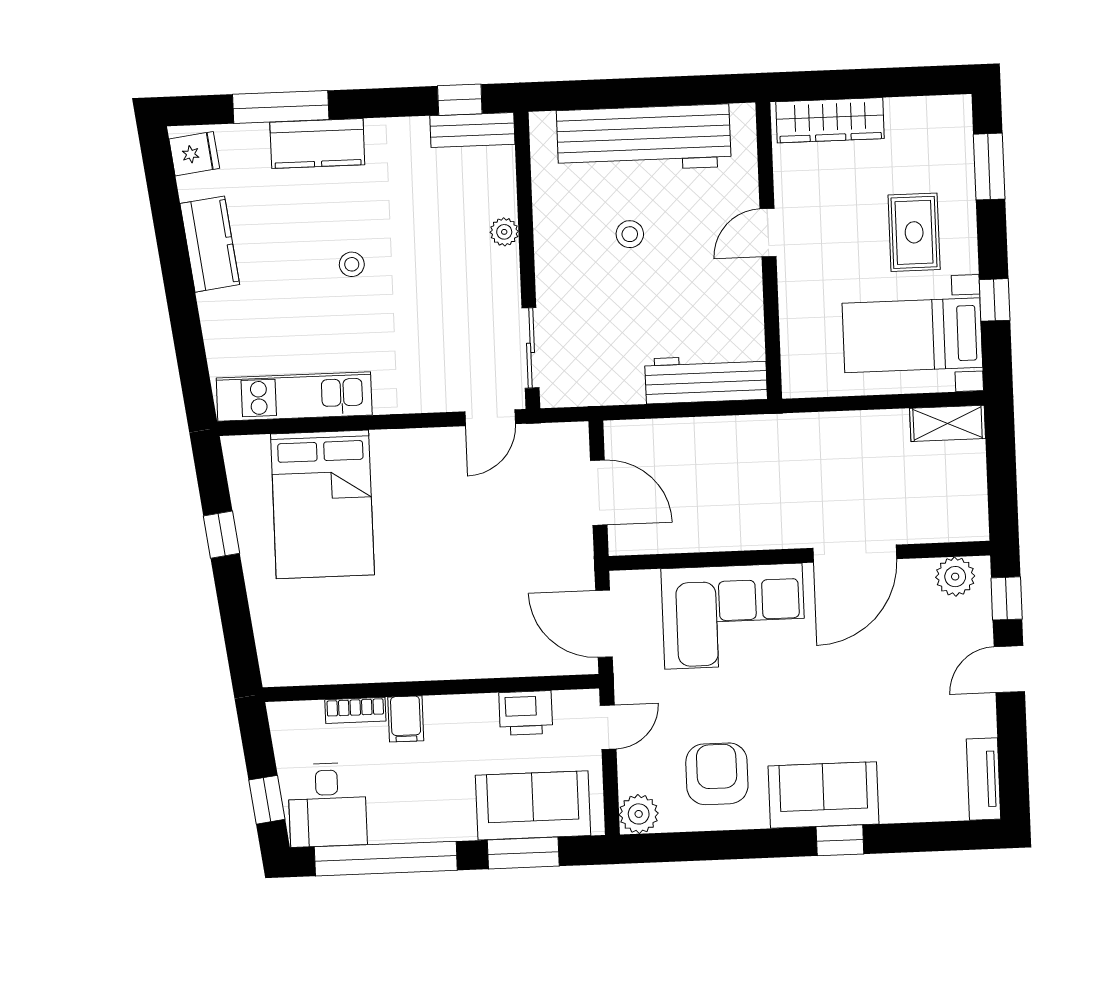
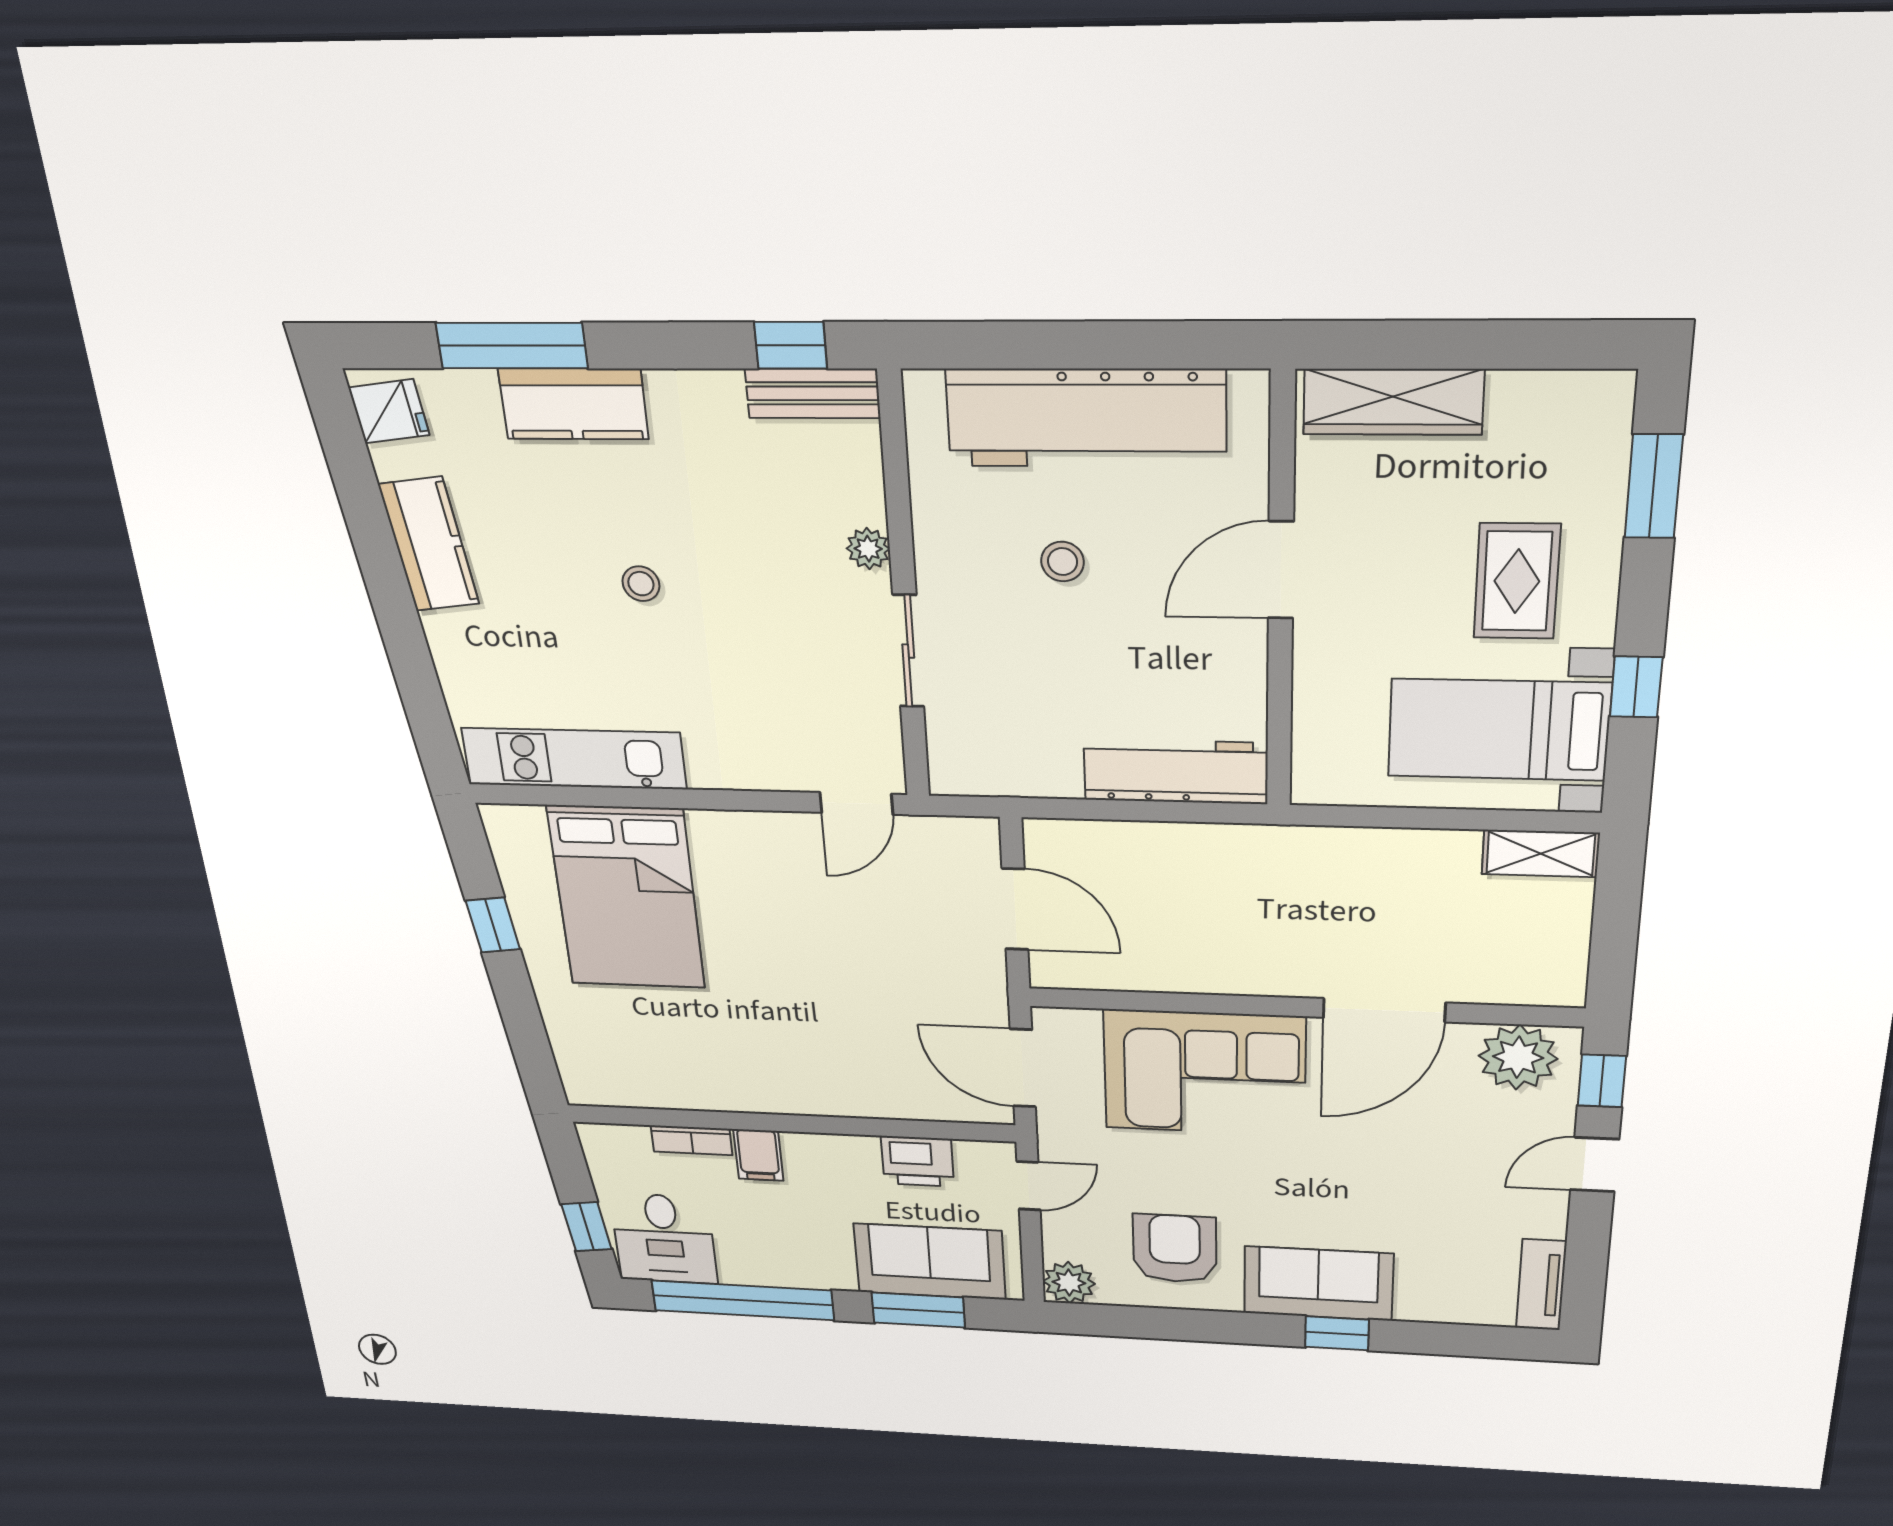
door: (768, 233) -> (1281, 570), width x1.38
sliding door: (531, 348) -> (908, 651), moved
plant: (955, 577) -> (1518, 1057), width x1.36, depth x1.36

